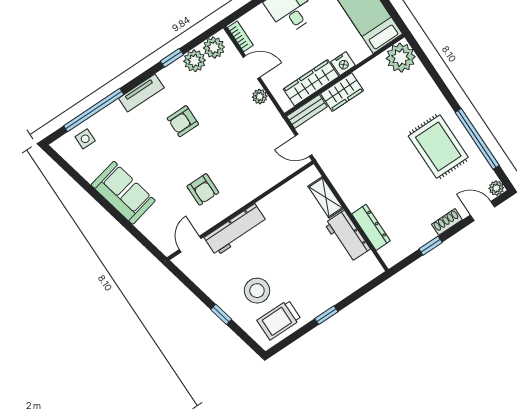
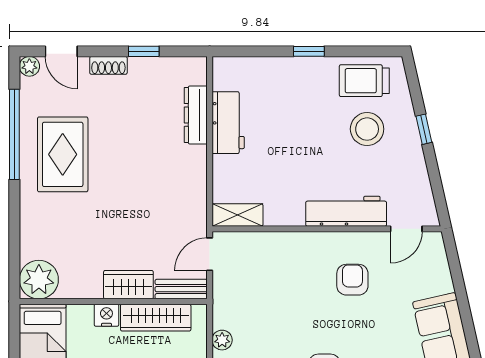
door: (304, 145) -> (210, 254), swing flipped
shelving: (326, 197) -> (237, 215), moved, turned 90
trolley: (279, 320) -> (364, 81), turned 180

